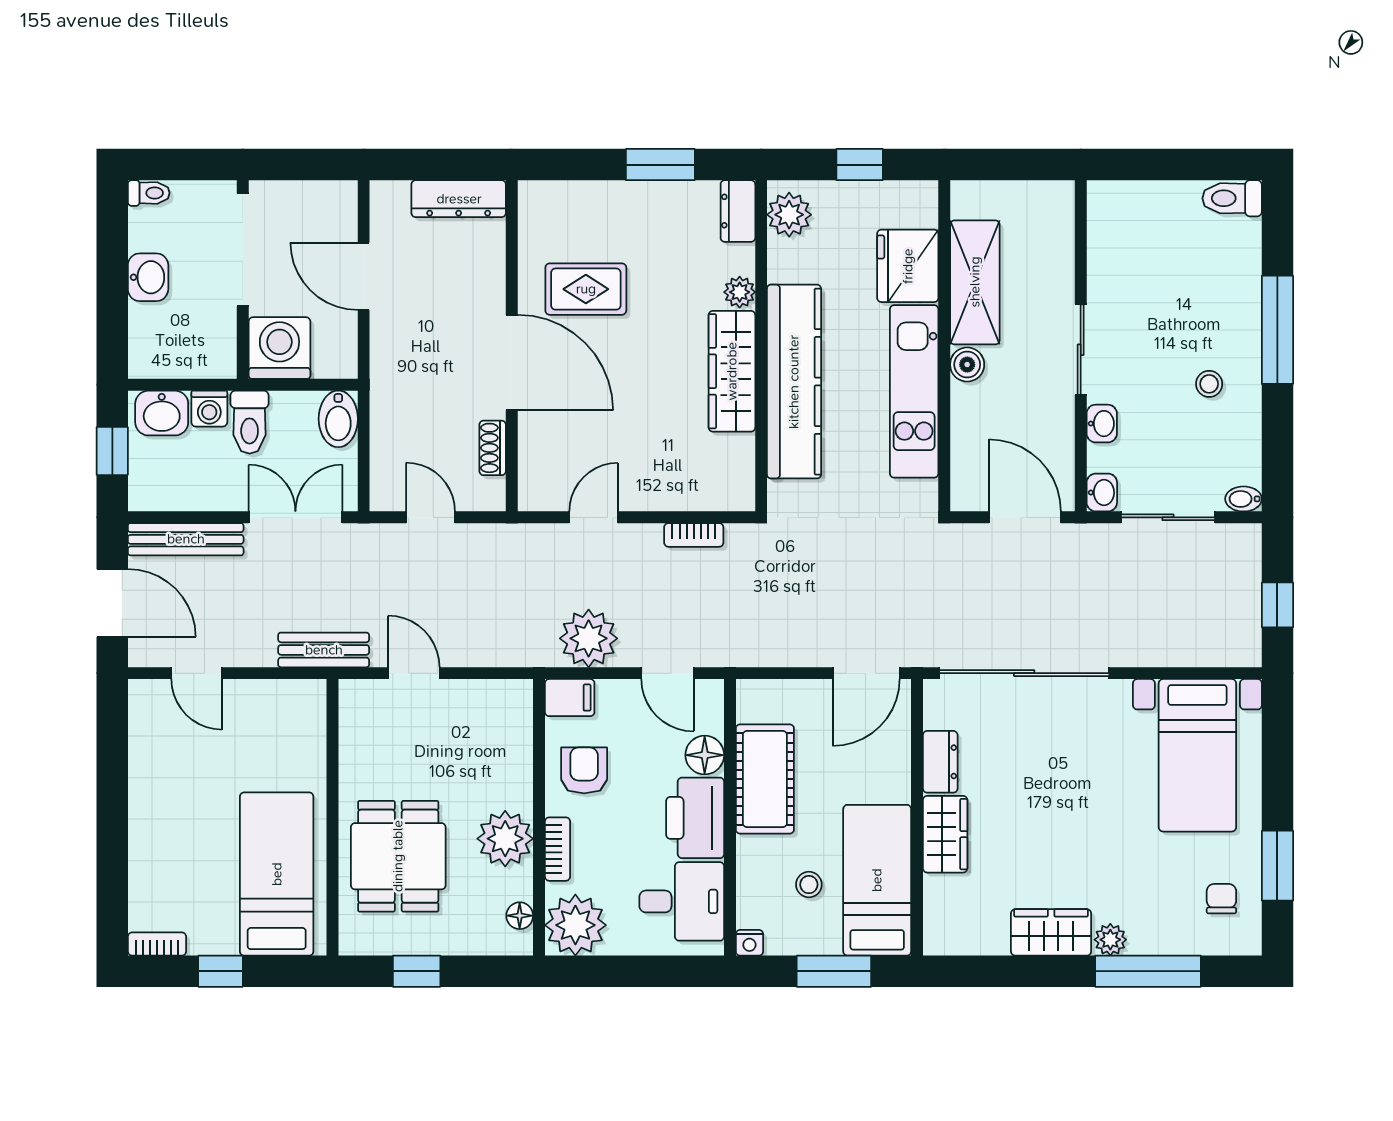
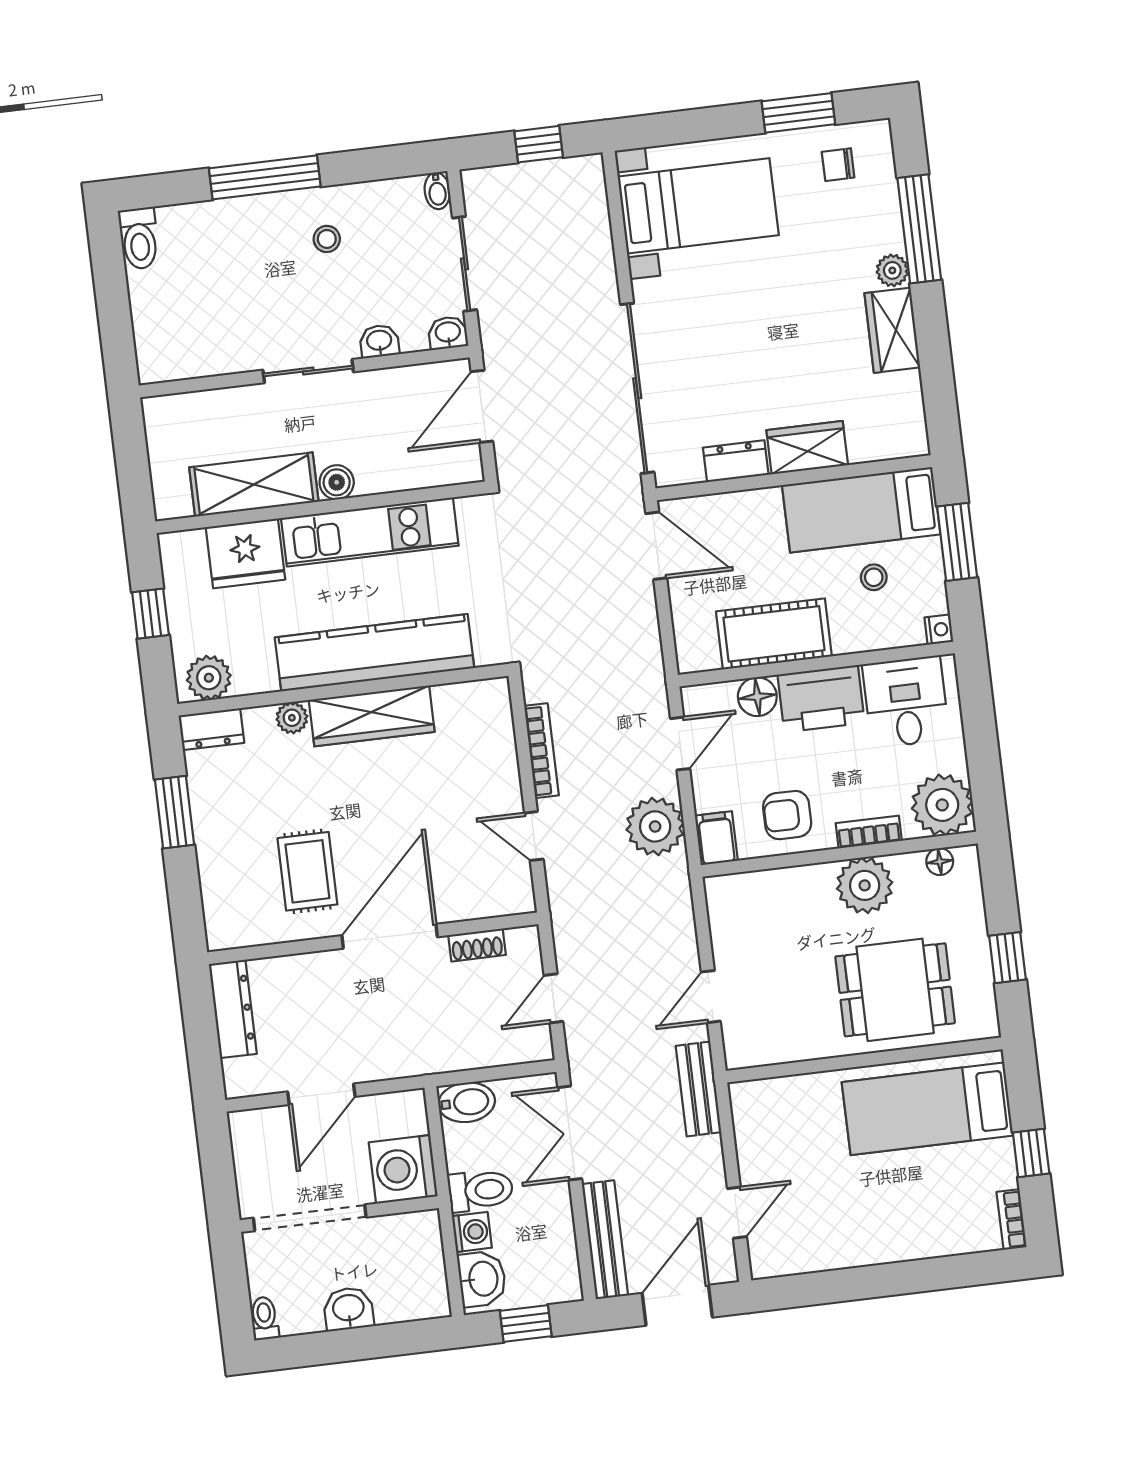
bookcase: (694, 535) -> (541, 751), width x1.56

